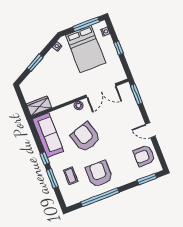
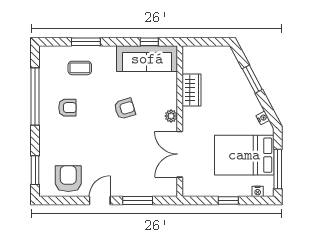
window: (136, 94) -> (138, 201), moved
wardrobe: (39, 106) -> (191, 90), moved
armchair: (85, 137) -> (125, 109), width x0.53, depth x0.53
window: (45, 158) -> (149, 42), moved
armchair: (99, 174) -> (67, 108), width x0.53, depth x0.53

